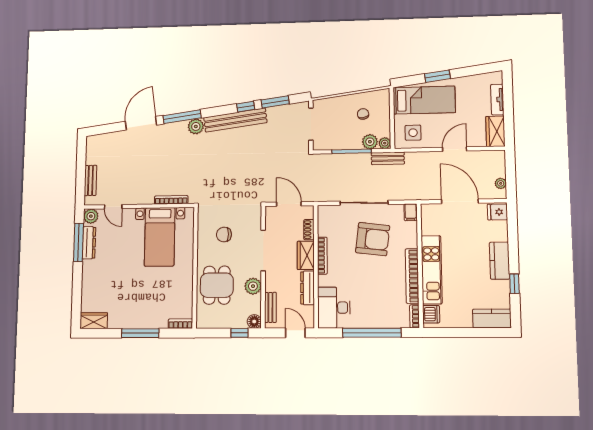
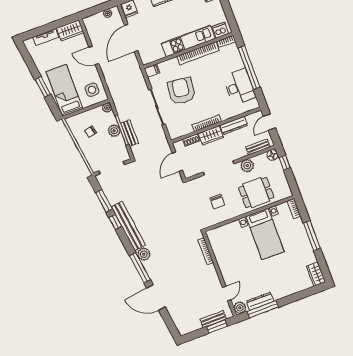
plant: (370, 142) -> (114, 131), moved
bench: (388, 158) -> (130, 133), moved
window: (81, 182) -> (217, 326), added
bed with nightstands: (160, 237) -> (265, 234), moved, turned 90
desk: (334, 308) -> (239, 87), moved, turned -90

